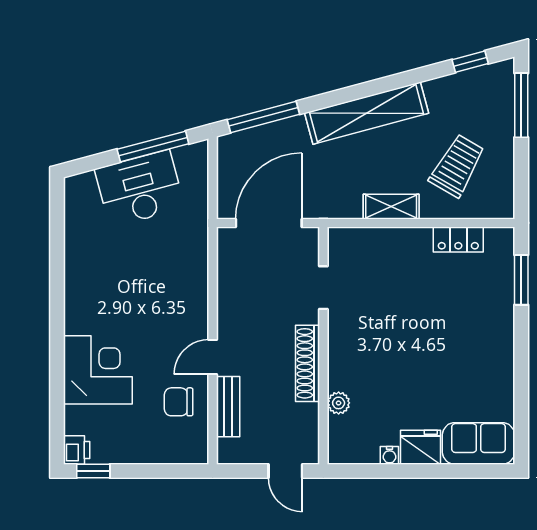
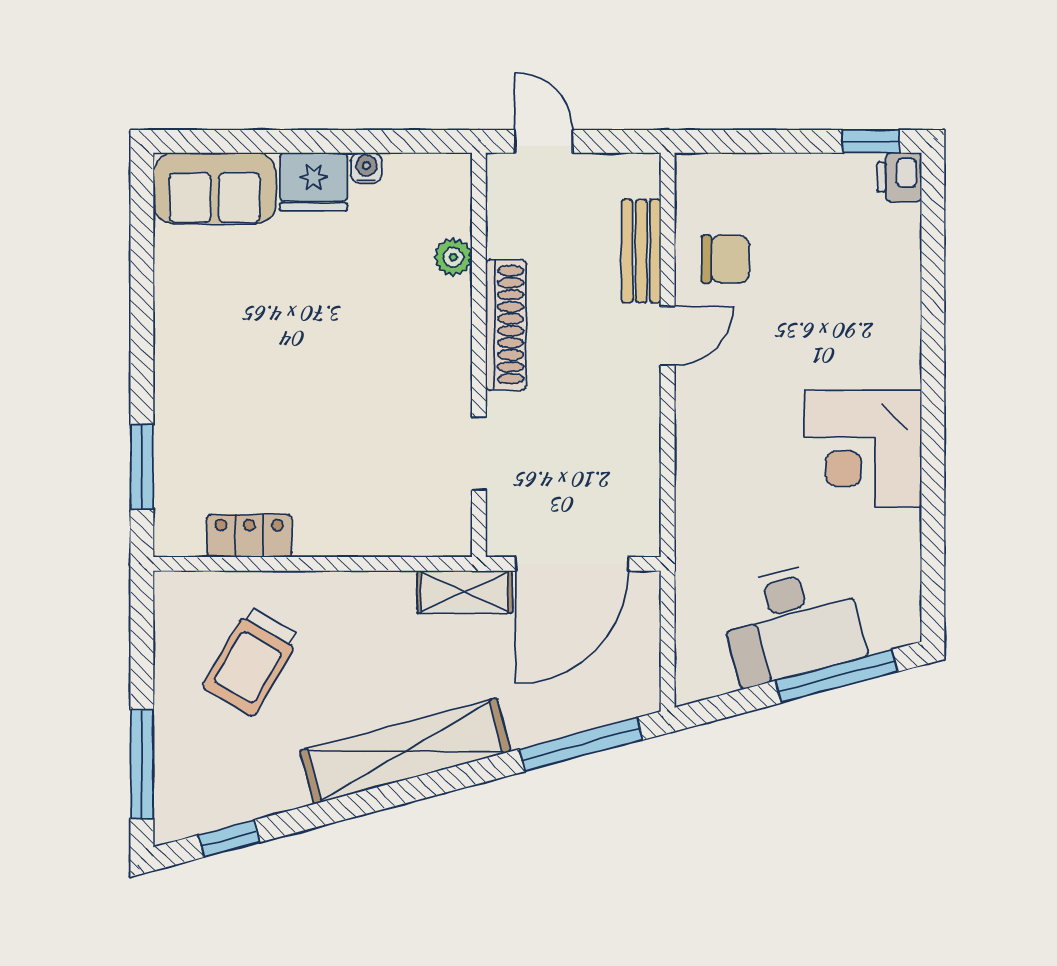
window: (153, 147) -> (836, 676), moved
shelving: (391, 207) -> (464, 592), moved
corner desk: (98, 370) -> (863, 449), moved

